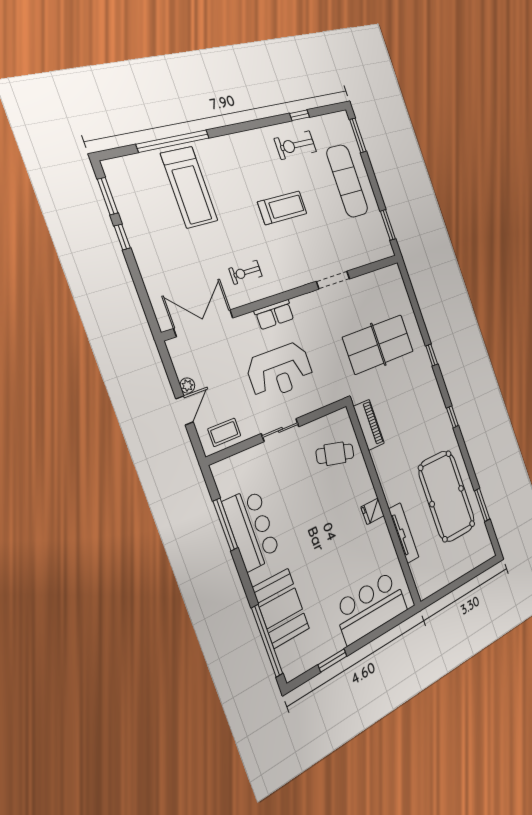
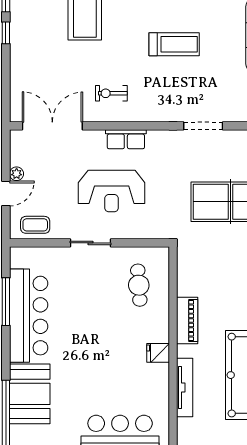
piano: (369, 425) -> (187, 320), moved
cafe table: (335, 454) -> (139, 285), turned 73
bar counter: (252, 529) -> (29, 316), width x1.36

